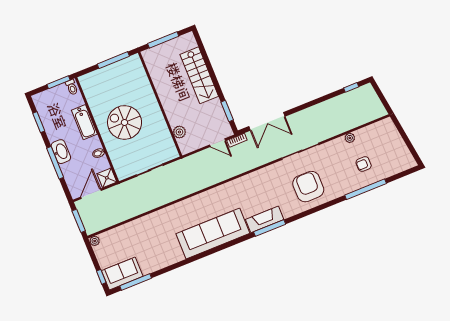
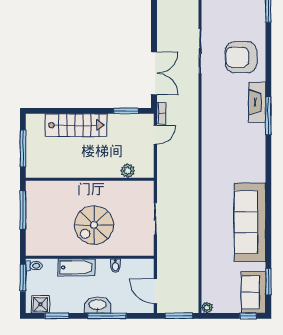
shower: (107, 178) -> (41, 304), moved
fireplace: (265, 219) -> (257, 102), moved
sofa: (213, 234) -> (250, 222), moved
window: (136, 282) -> (268, 282), width x0.69

